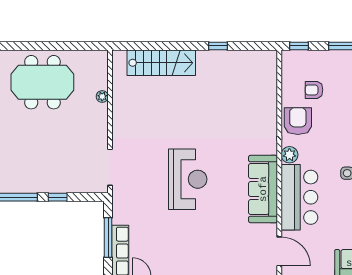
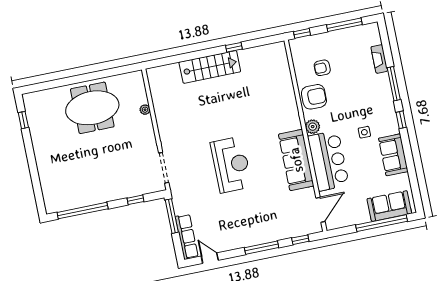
stairs: (161, 63) -> (210, 67), moved
armchair: (298, 121) -> (314, 97), turned 90
window: (58, 197) -> (136, 200), moved
window: (108, 237) -> (172, 216), moved
door: (279, 251) -> (321, 210), hinge flipped

